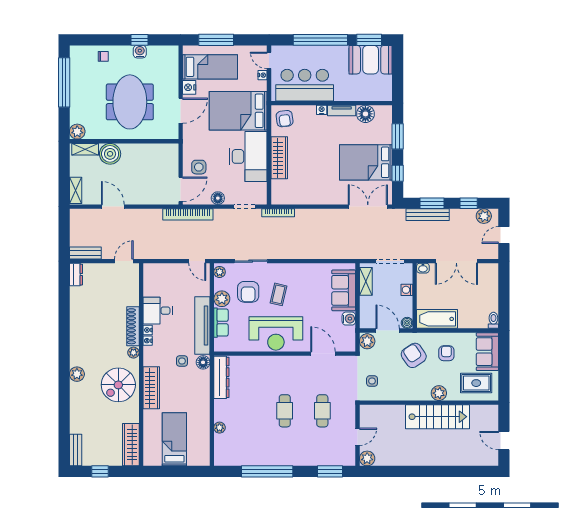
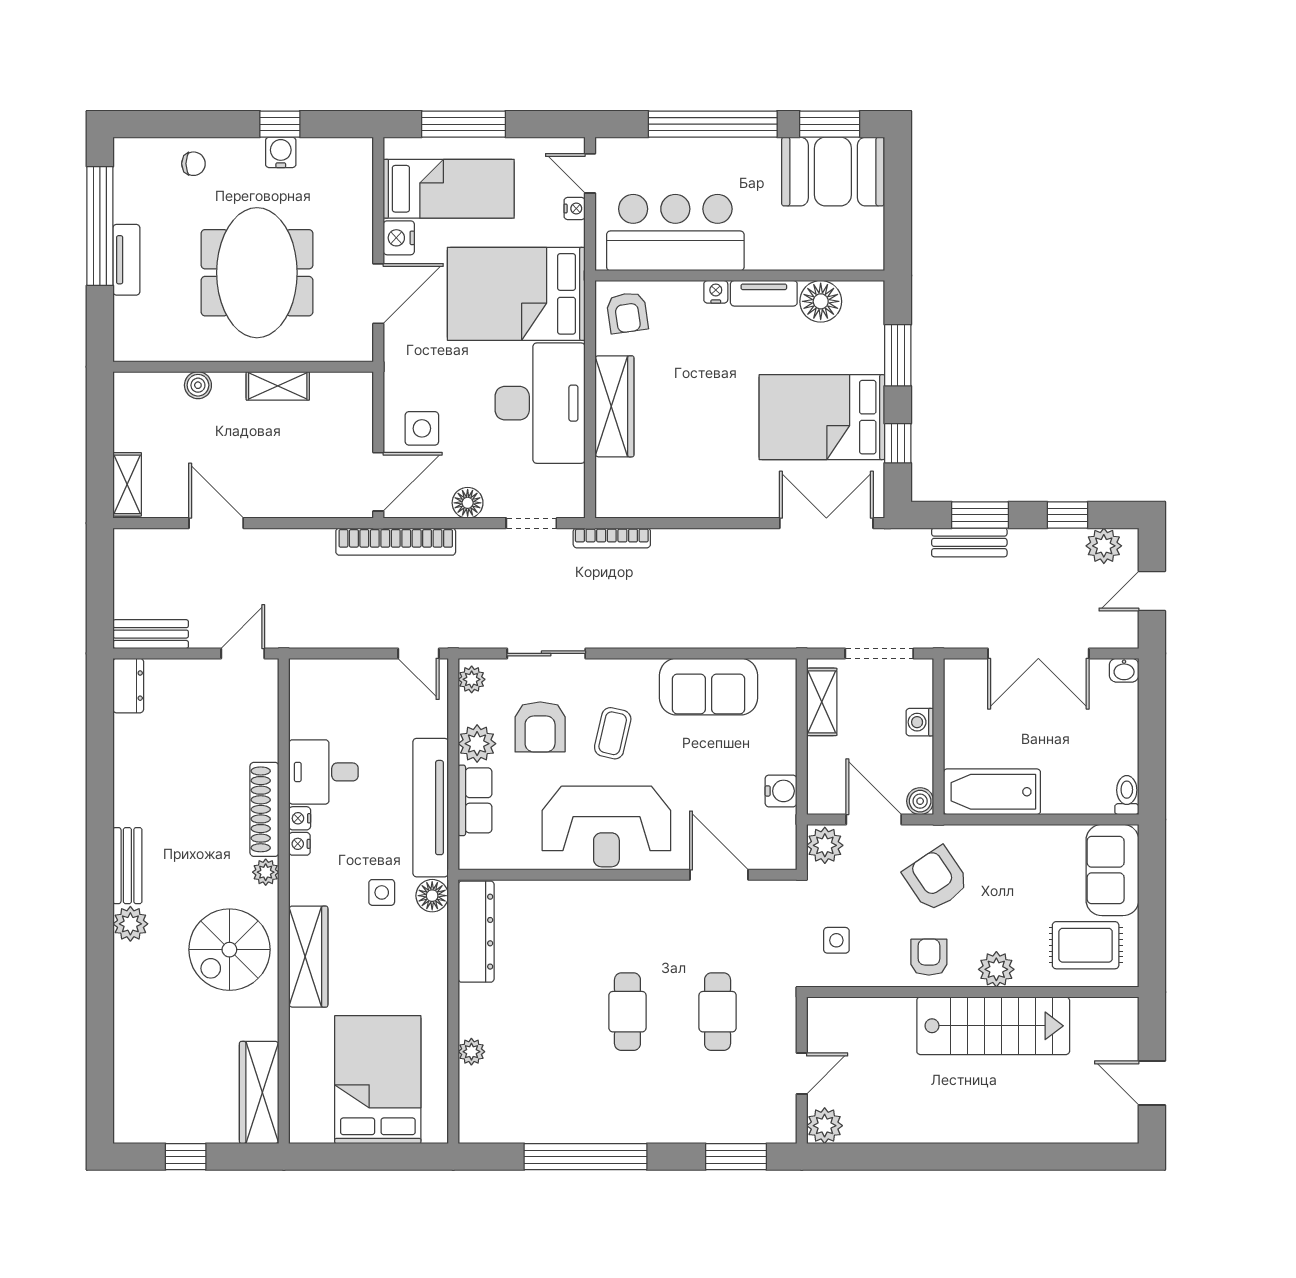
tv unit: (75, 97) -> (126, 260), added
plant: (77, 132) -> (131, 344), removed
shelving: (85, 149) -> (278, 386), moved
boiler: (110, 154) -> (198, 385), width x0.54, depth x0.54
bench: (428, 215) -> (969, 542), width x0.73
washbasin: (423, 268) -> (1124, 670), moved
sofa: (344, 290) -> (708, 687), moved, turned -90
armchair: (446, 353) -> (929, 957), moved
bed: (174, 439) -> (378, 1080), width x1.50
bench: (76, 450) -> (127, 866), moved

